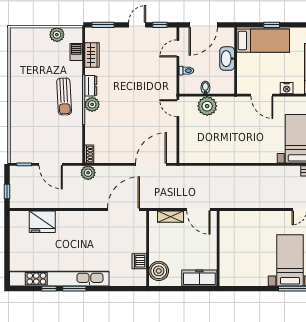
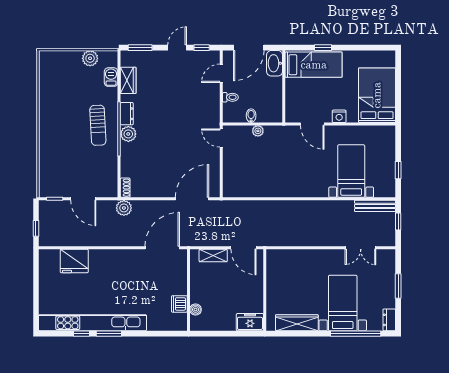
washbasin: (227, 59) -> (275, 63), moved
plant: (207, 106) -> (258, 131), width x0.53, depth x0.53
boiler: (159, 271) -> (196, 310), width x0.54, depth x0.54
freezer: (199, 278) -> (250, 322), width x0.71
wardrobe: (248, 279) -> (297, 323), added

